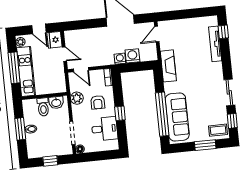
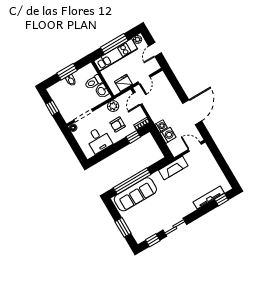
fridge: (54, 40) -> (124, 83), moved
window: (120, 113) -> (133, 137), moved
coffee table: (218, 130) -> (140, 232), removed

